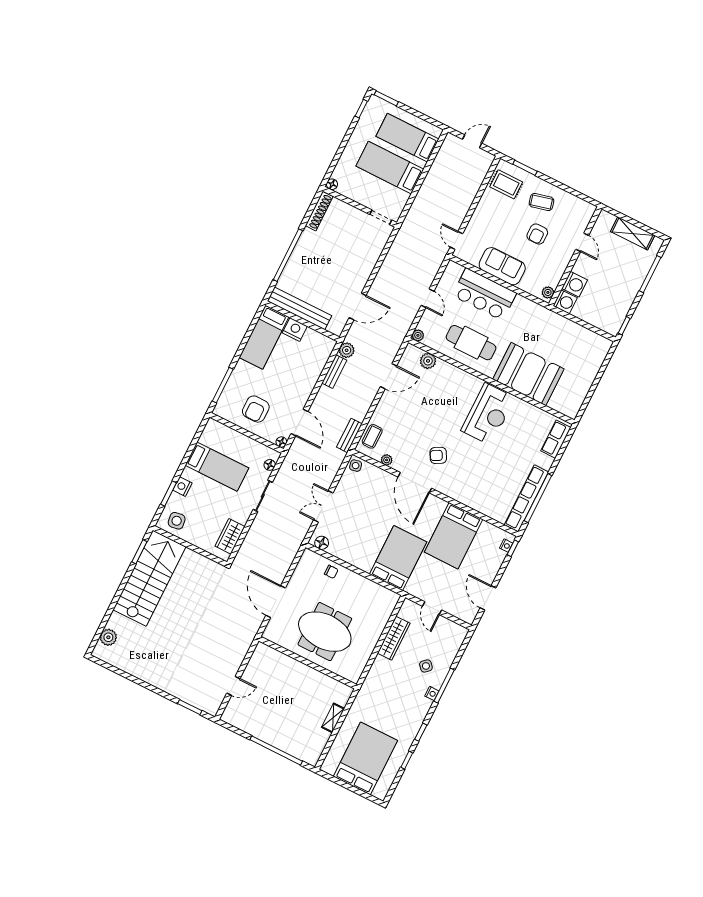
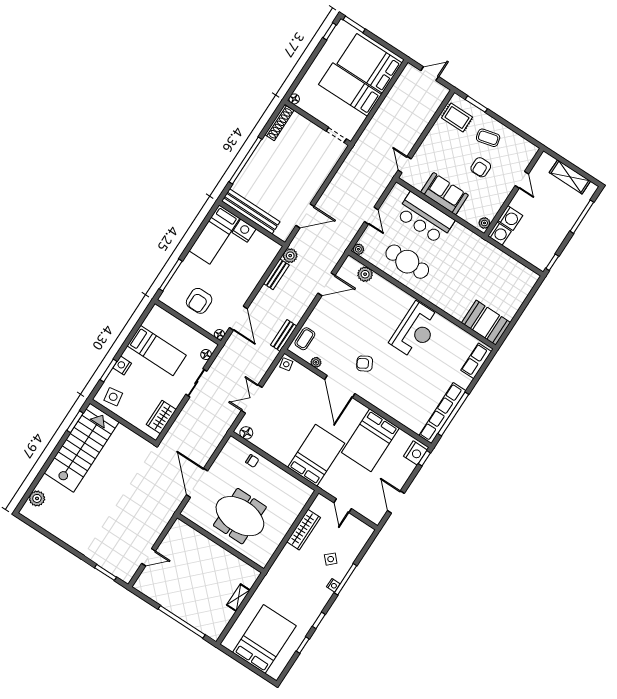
bed: (407, 138) -> (370, 63), width x1.50
booth: (528, 374) -> (486, 323), moved, width x0.73, depth x0.70
nightstand: (506, 546) -> (415, 453), width x1.89, depth x1.79

